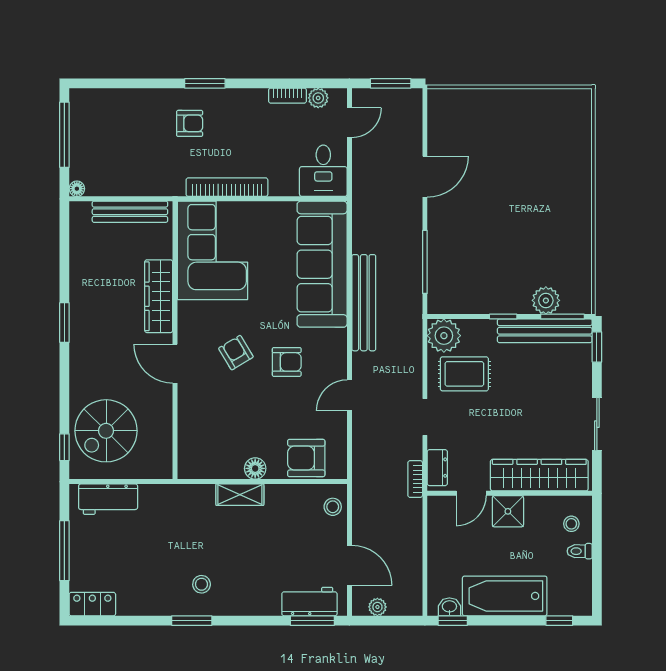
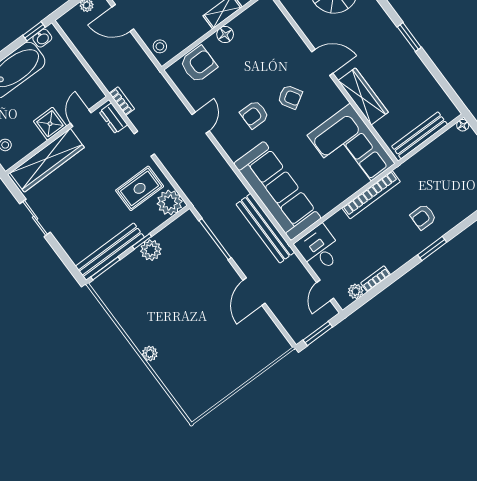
plant: (582, 193) -> (150, 354), added
plant: (546, 300) -> (151, 250), moved
bench: (364, 303) -> (265, 228), moved
window: (597, 347) -> (70, 265), removed

